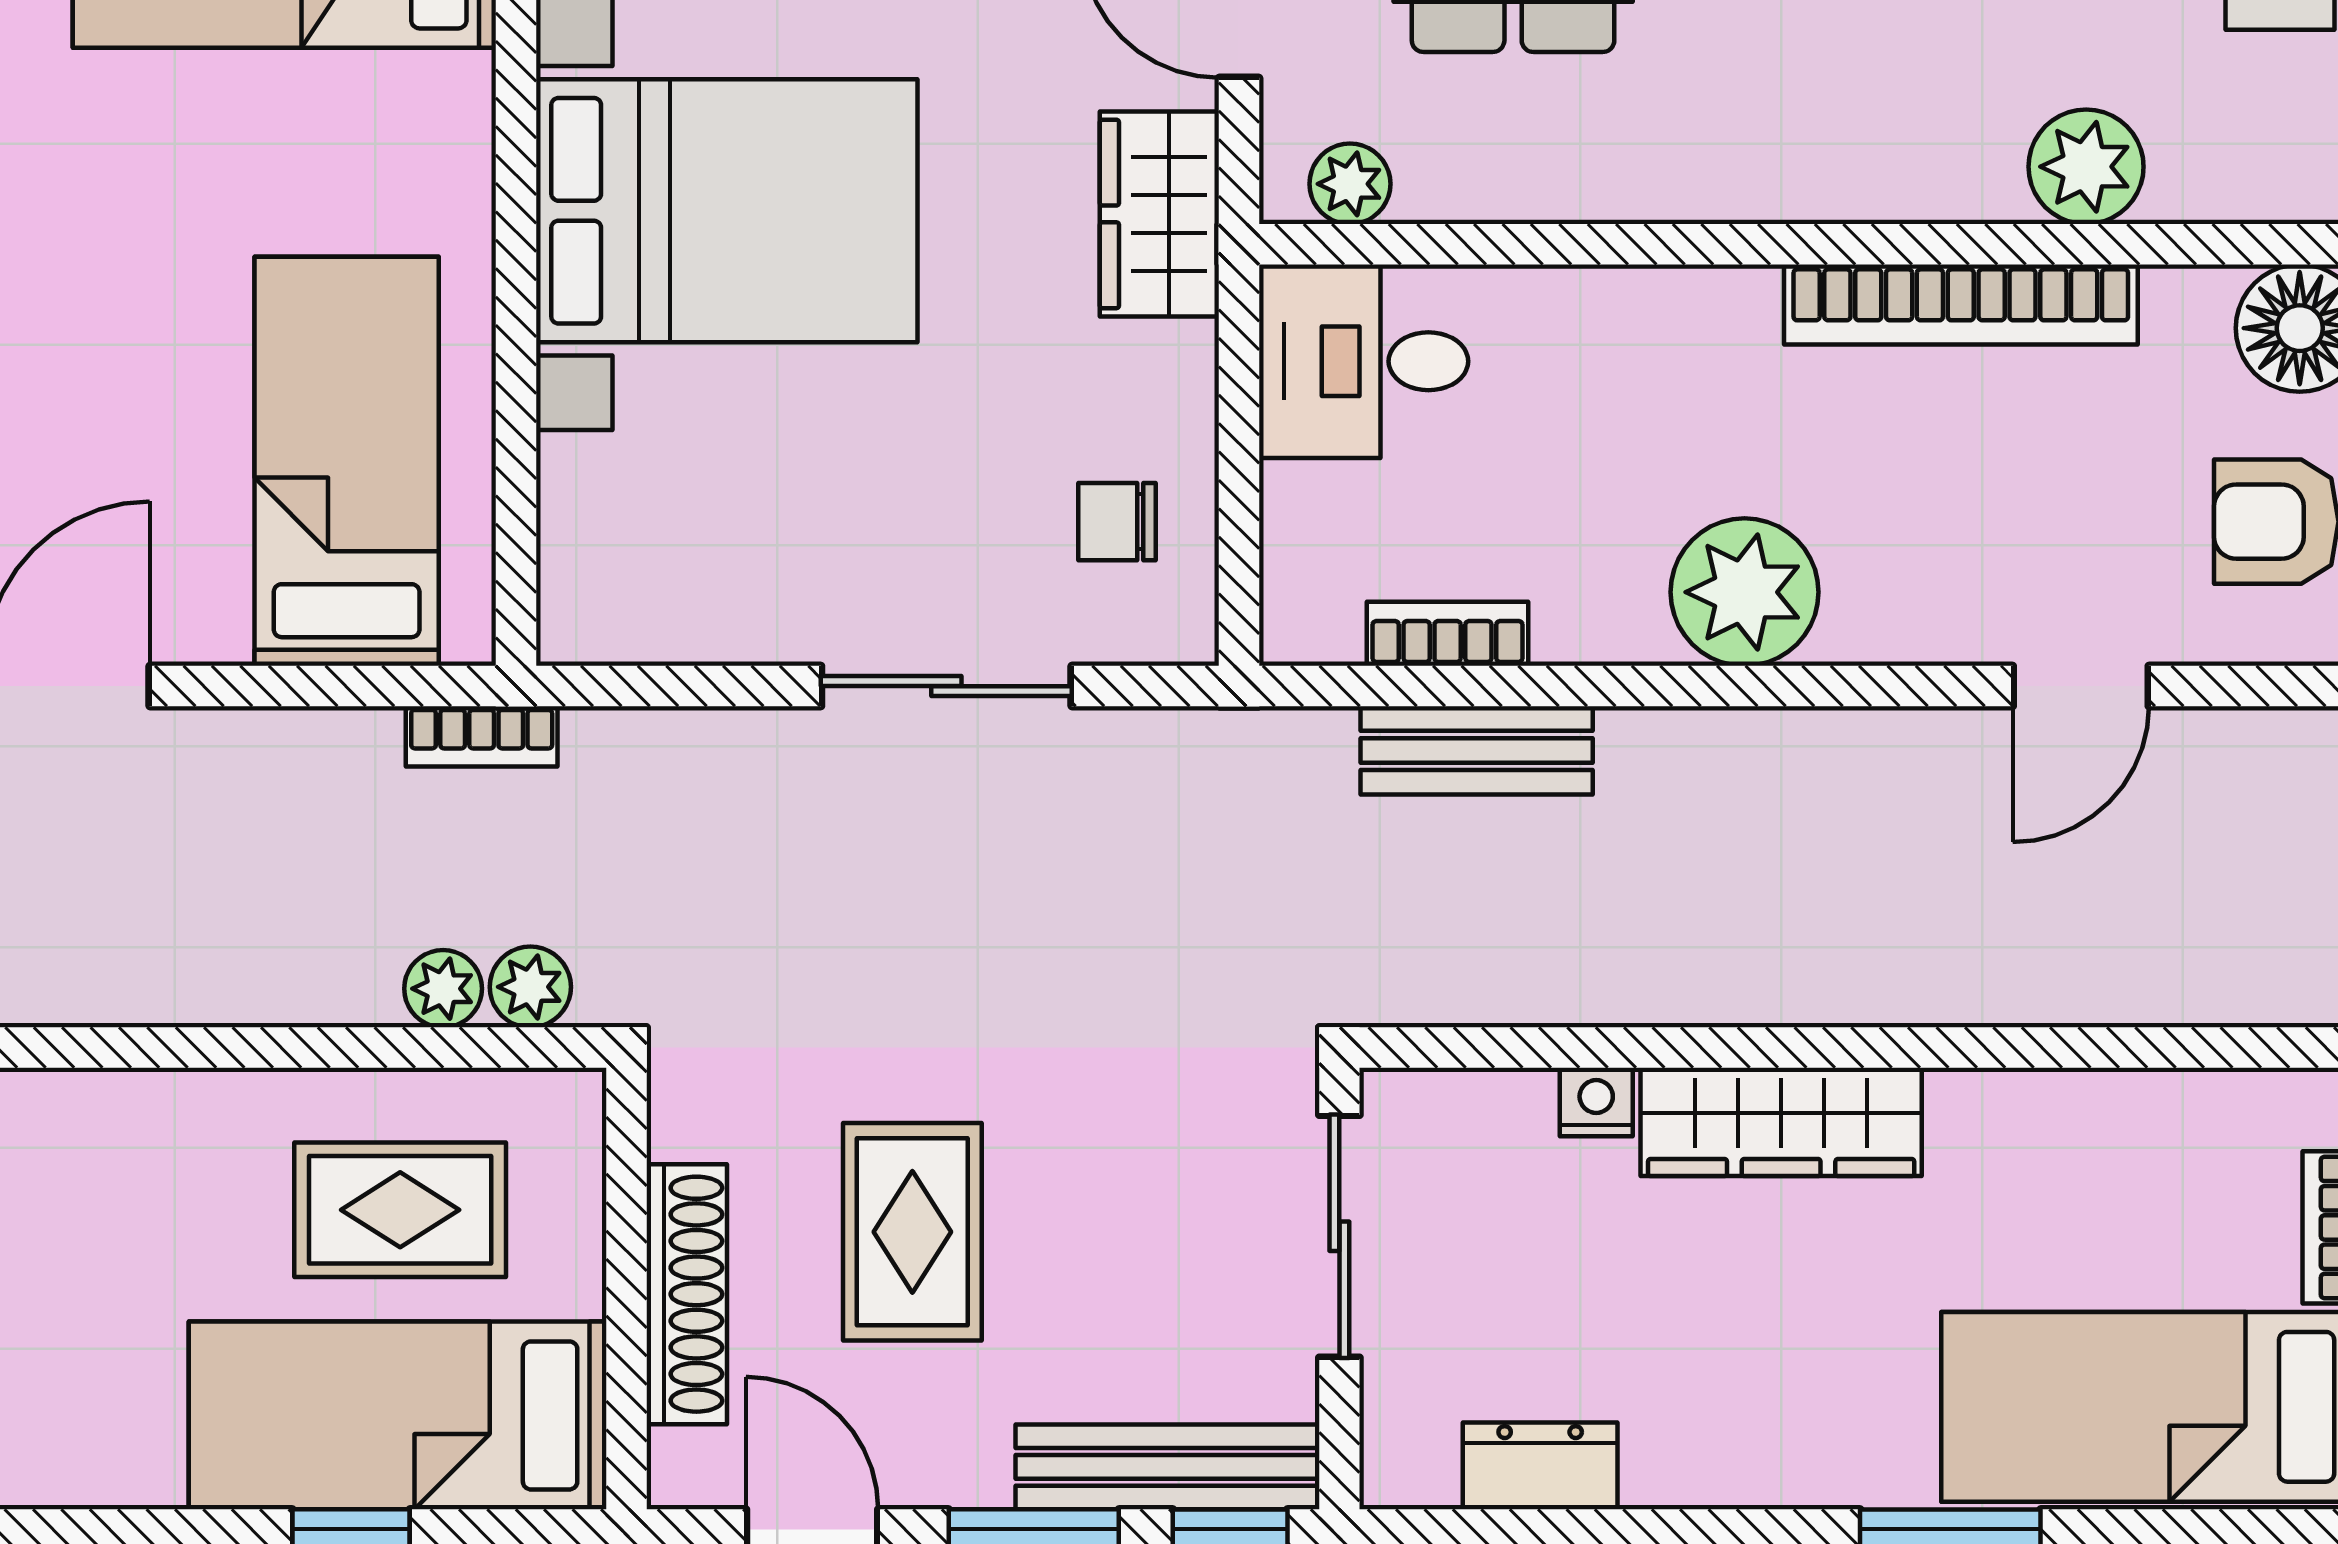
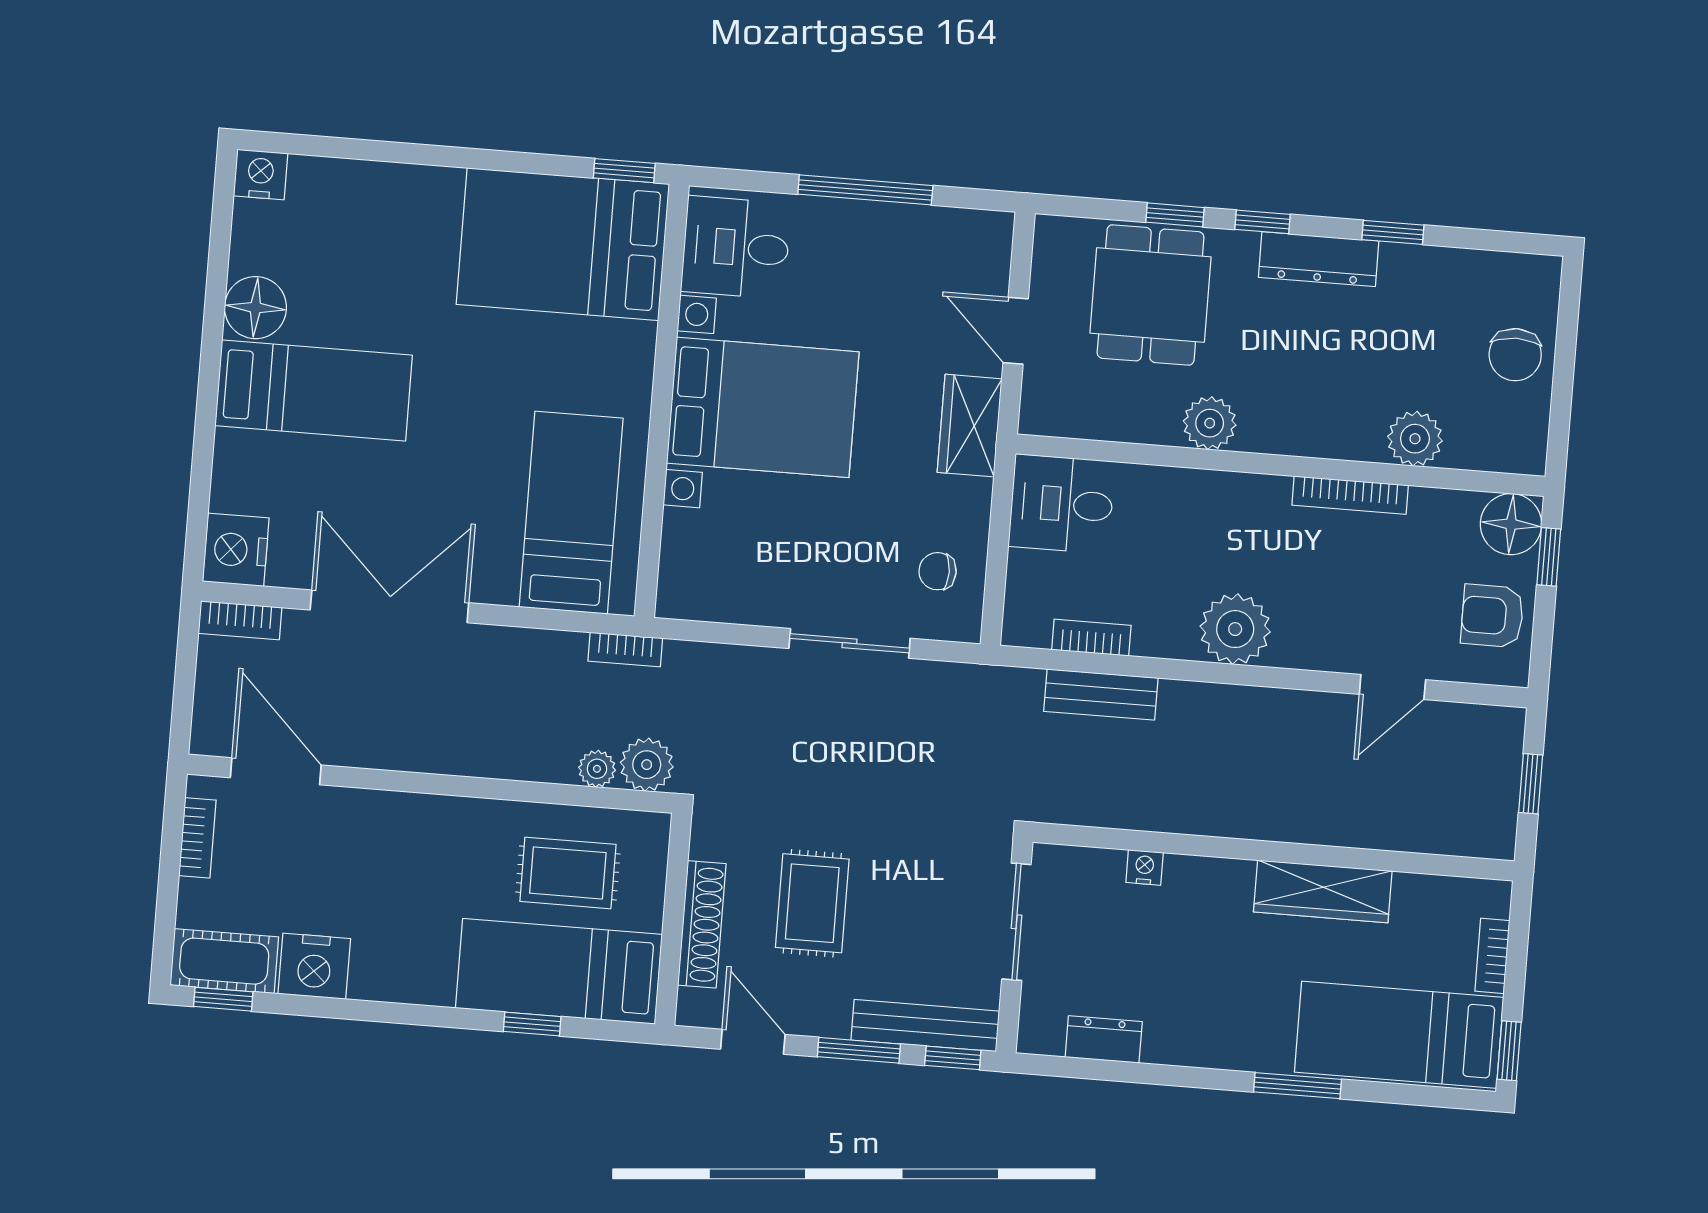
plant: (1350, 184) -> (1210, 423), moved, width x1.38, depth x1.38
bookcase: (1961, 304) -> (1350, 495), width x0.68, depth x0.76
plant: (530, 987) -> (647, 765), width x1.38, depth x1.38
wardrobe: (1781, 1122) -> (1323, 891), moved

